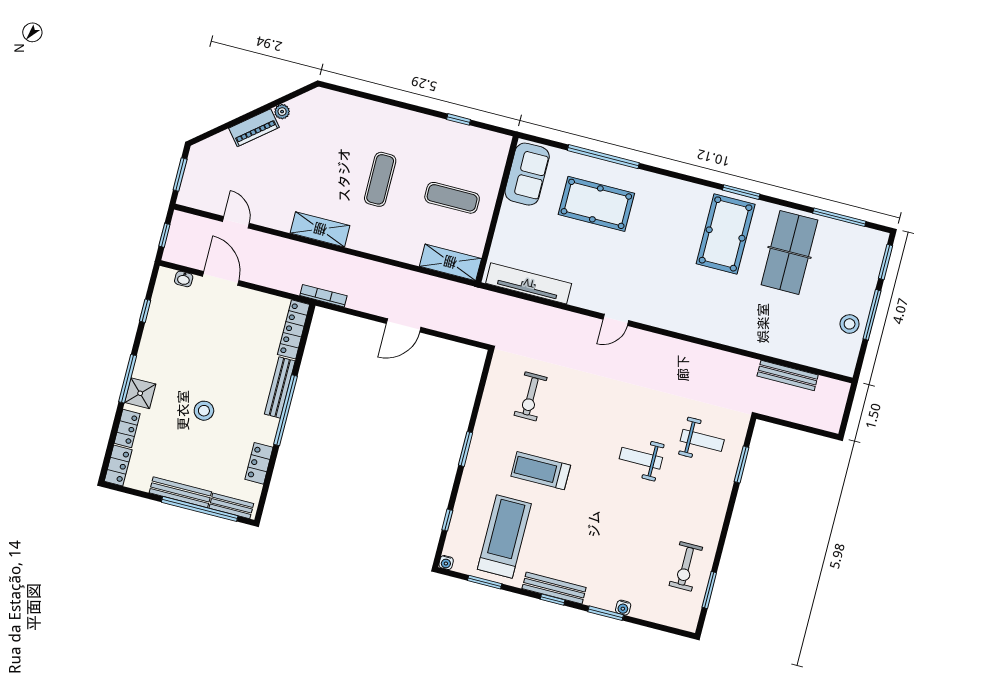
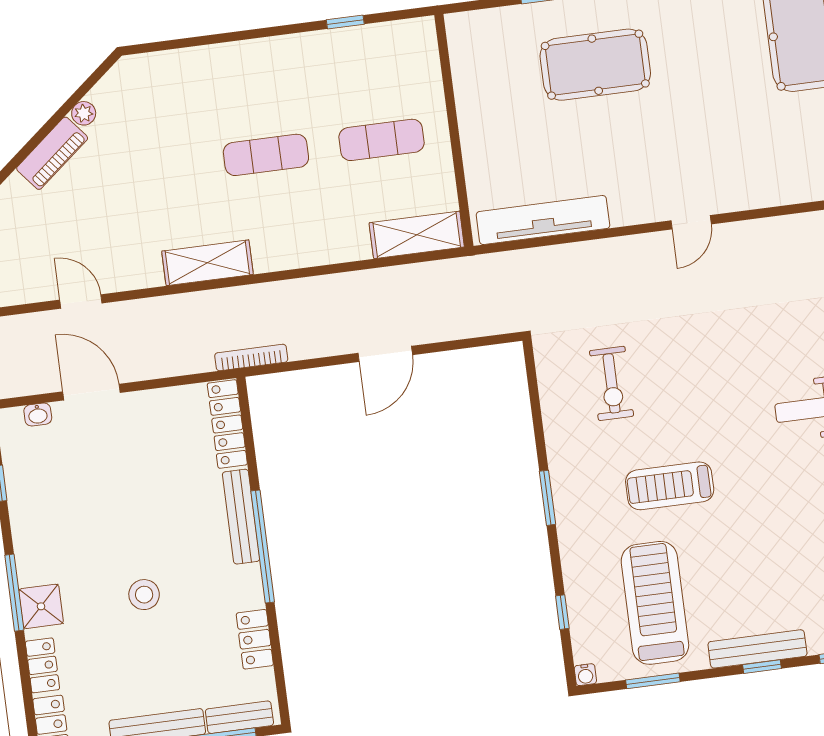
sofa: (527, 174) -> (477, 62), removed
exercise mat: (380, 179) -> (266, 155), turned 90

